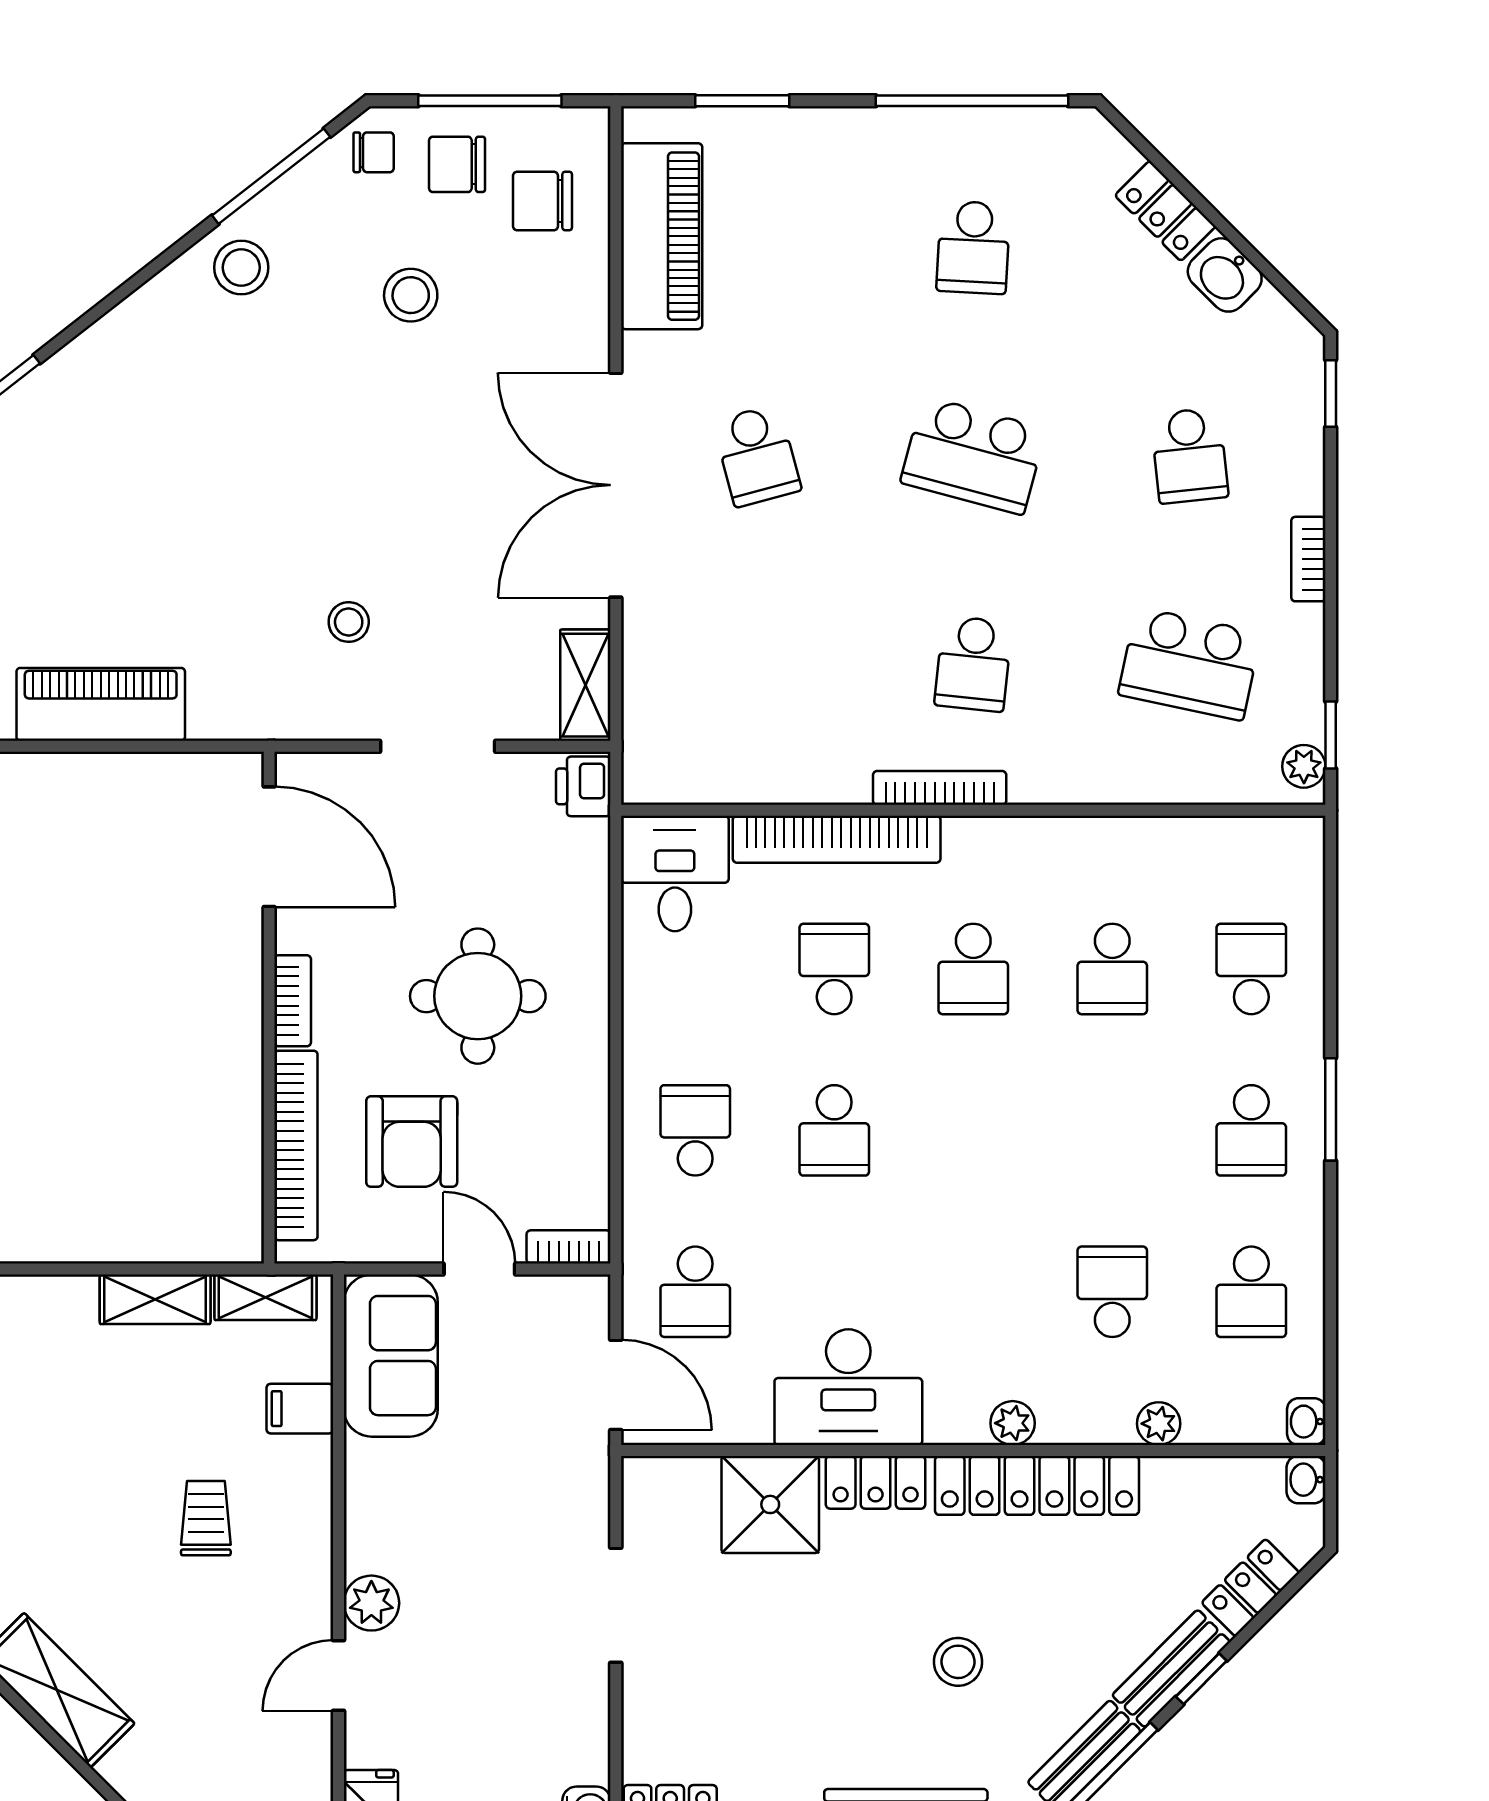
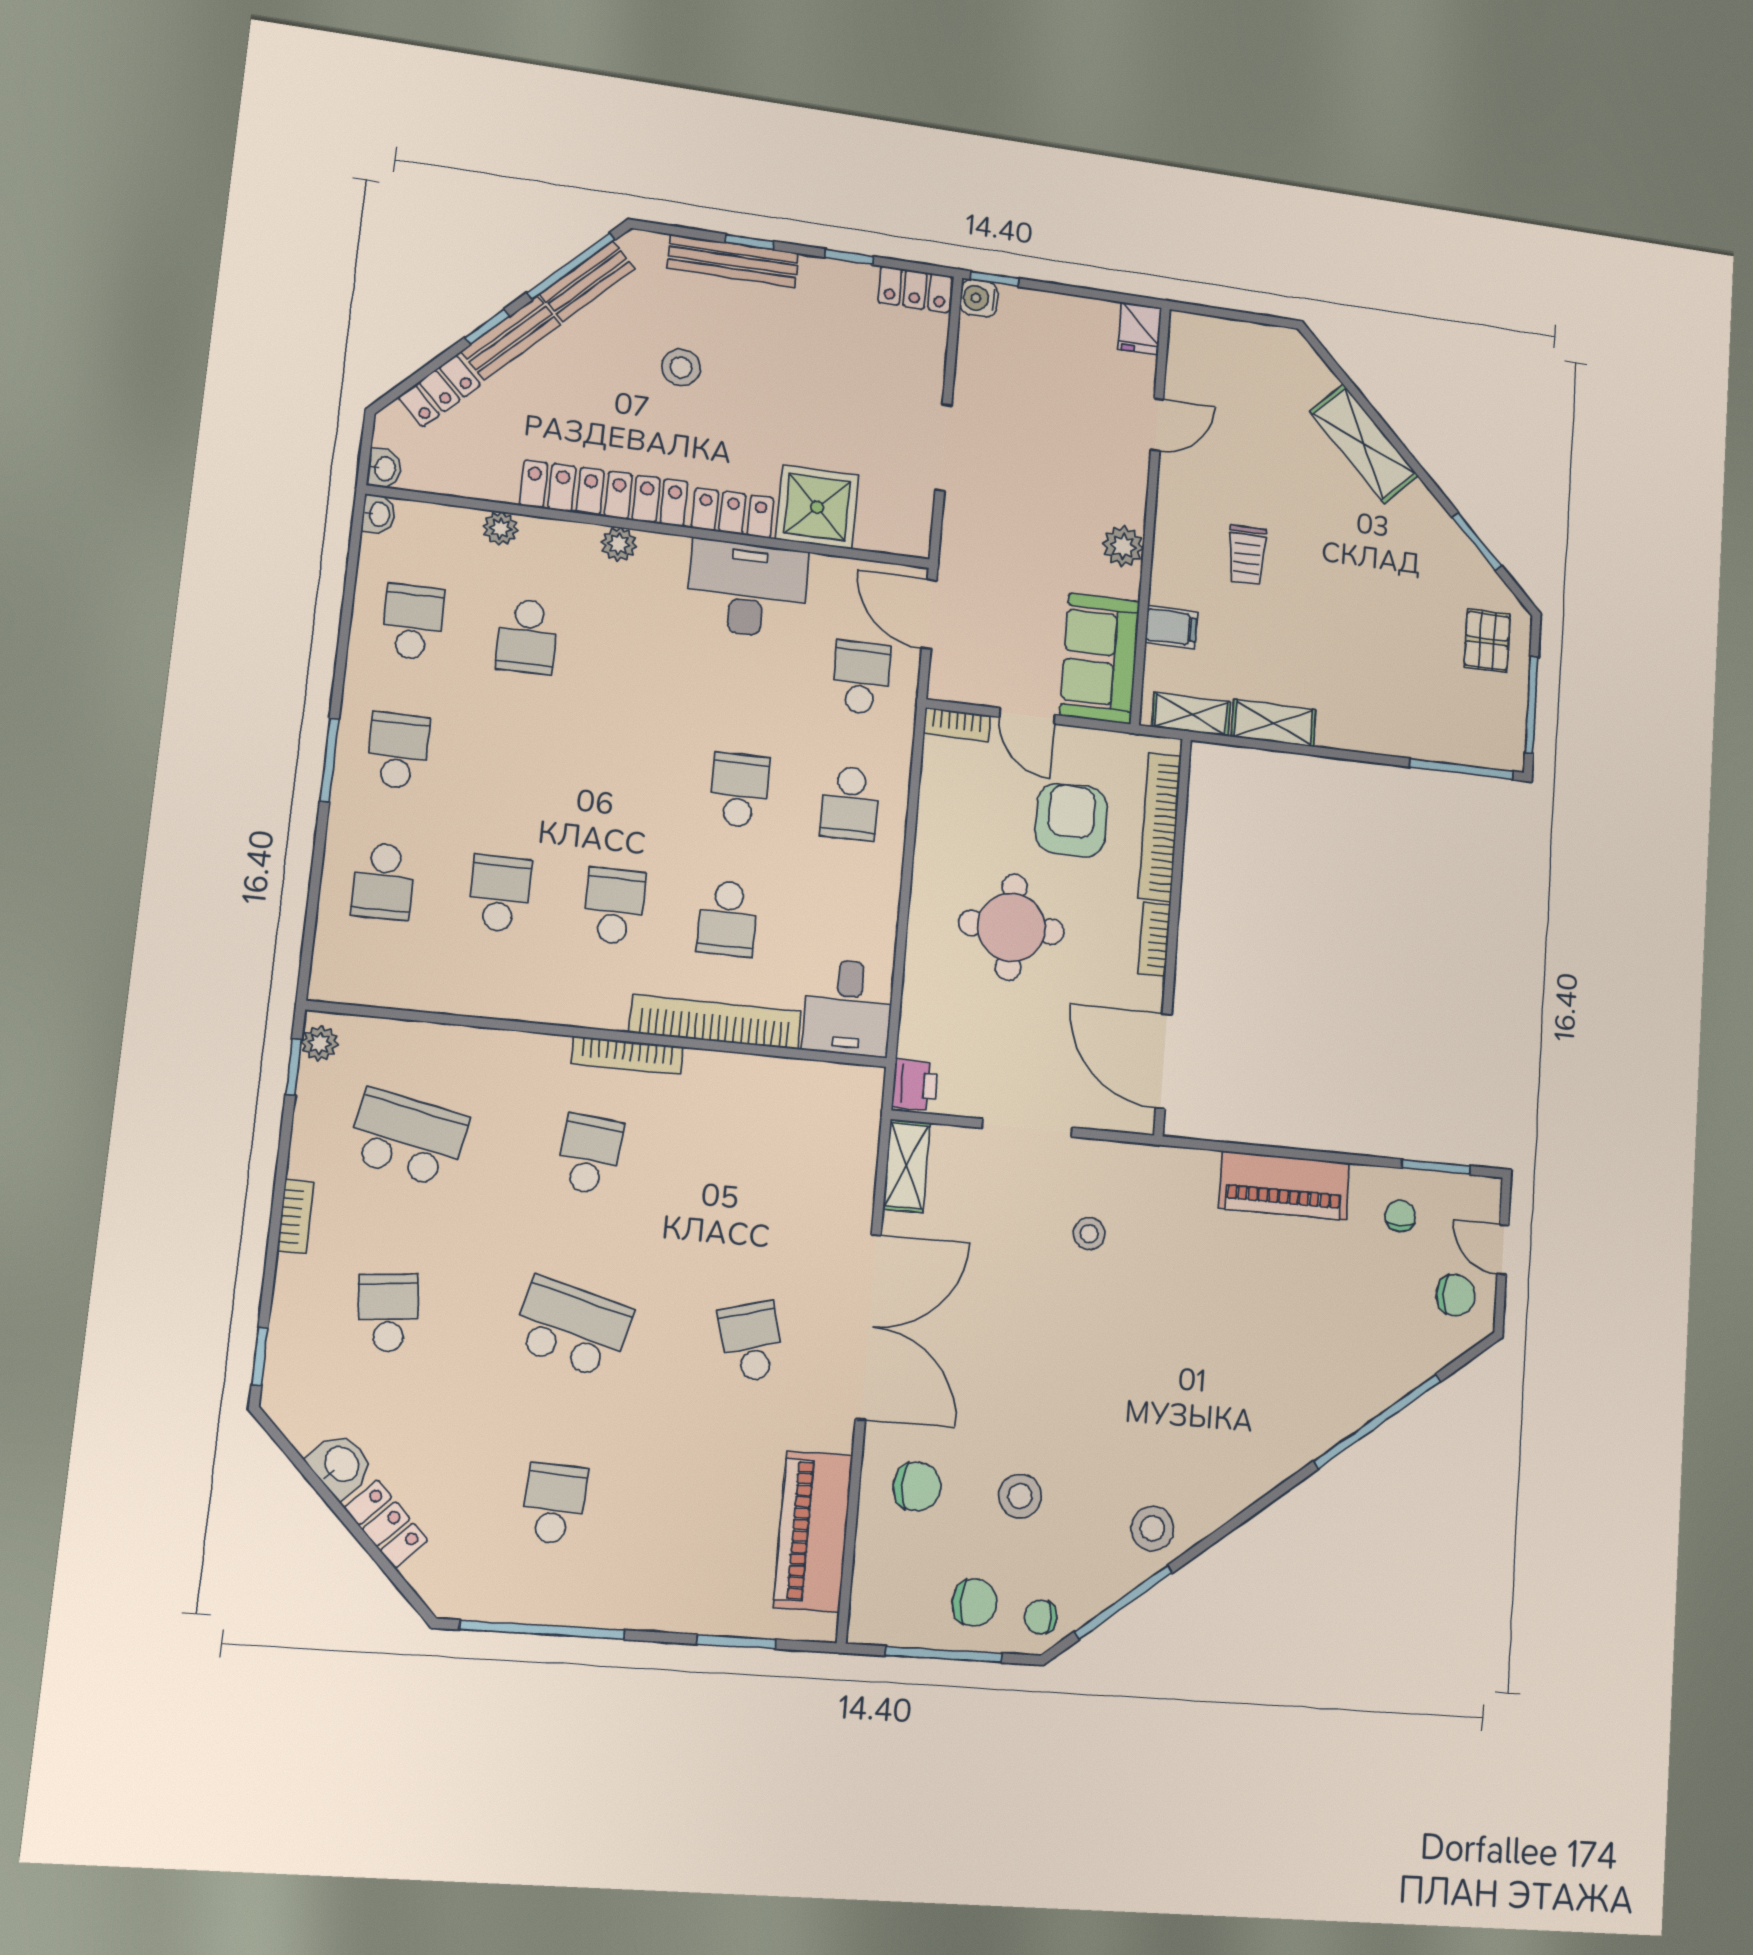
chair: (543, 201) -> (917, 1487), moved
plant: (371, 1603) -> (1123, 546), moved

